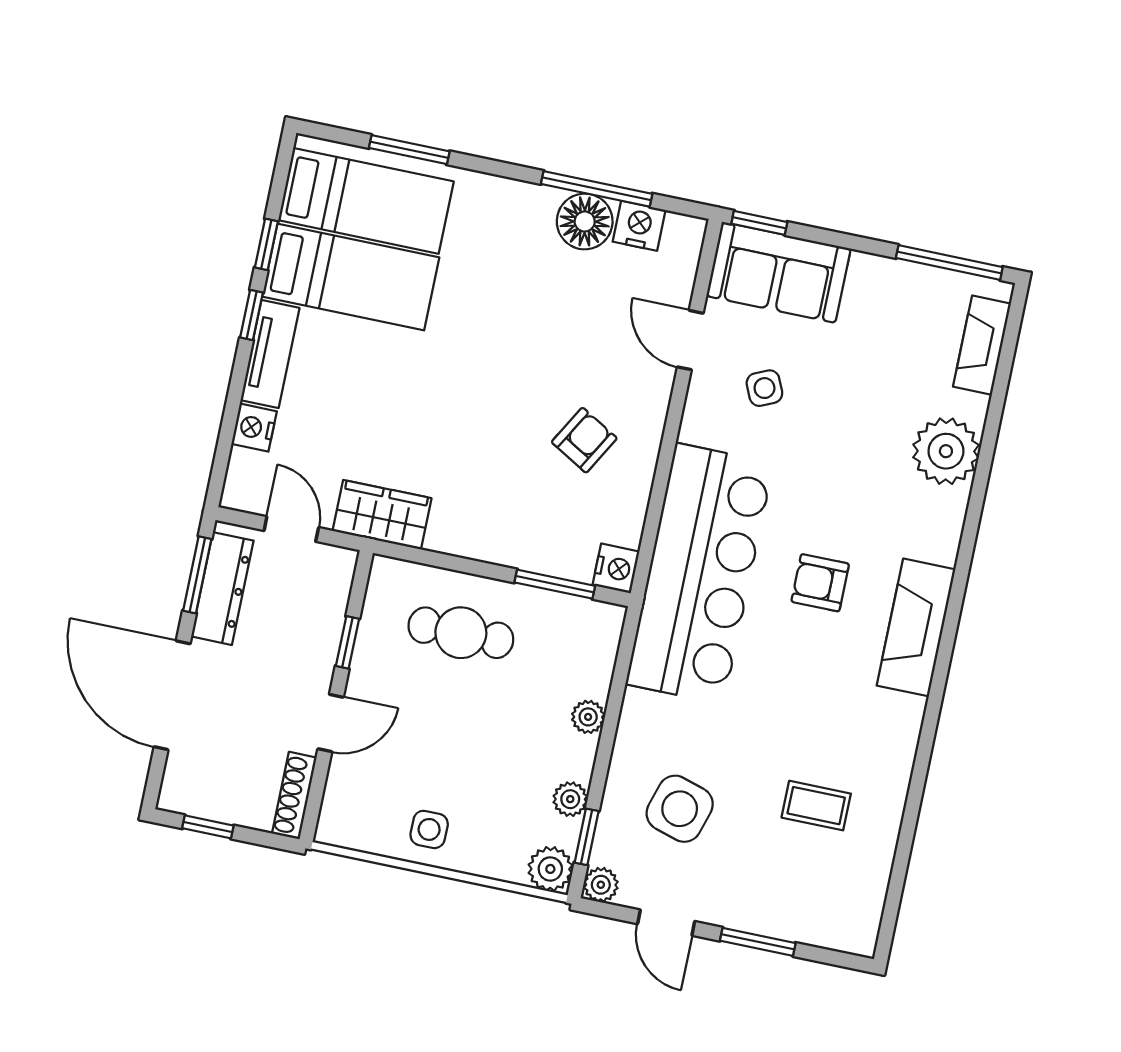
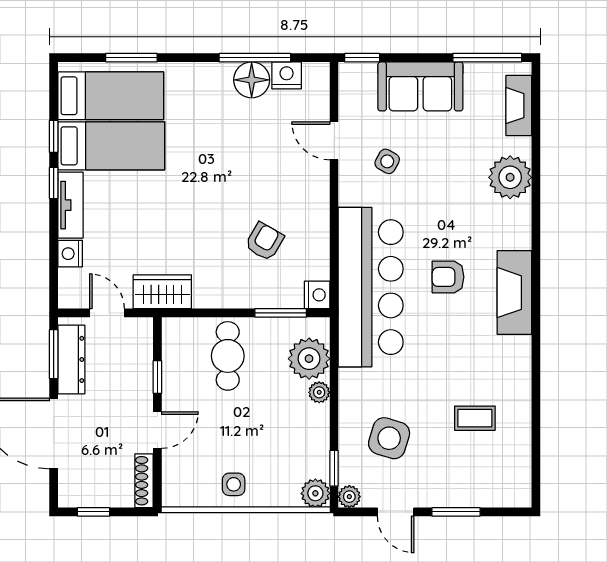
sofa: (779, 272) -> (420, 86), moved
side table: (764, 388) -> (387, 161), turned -37
armchair: (584, 440) -> (264, 242), moved
cafe table: (461, 633) -> (228, 356), turned 90
plant: (570, 799) -> (309, 359), moved, width x1.88, depth x1.88

